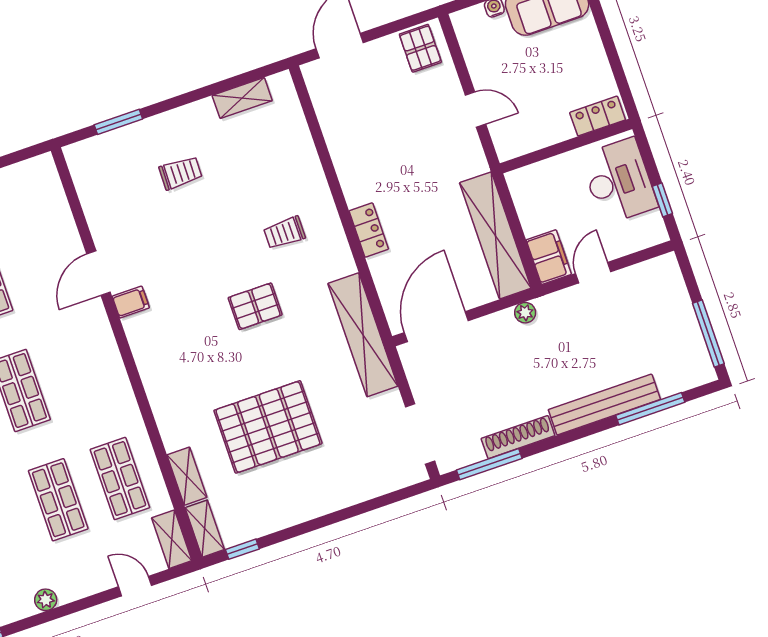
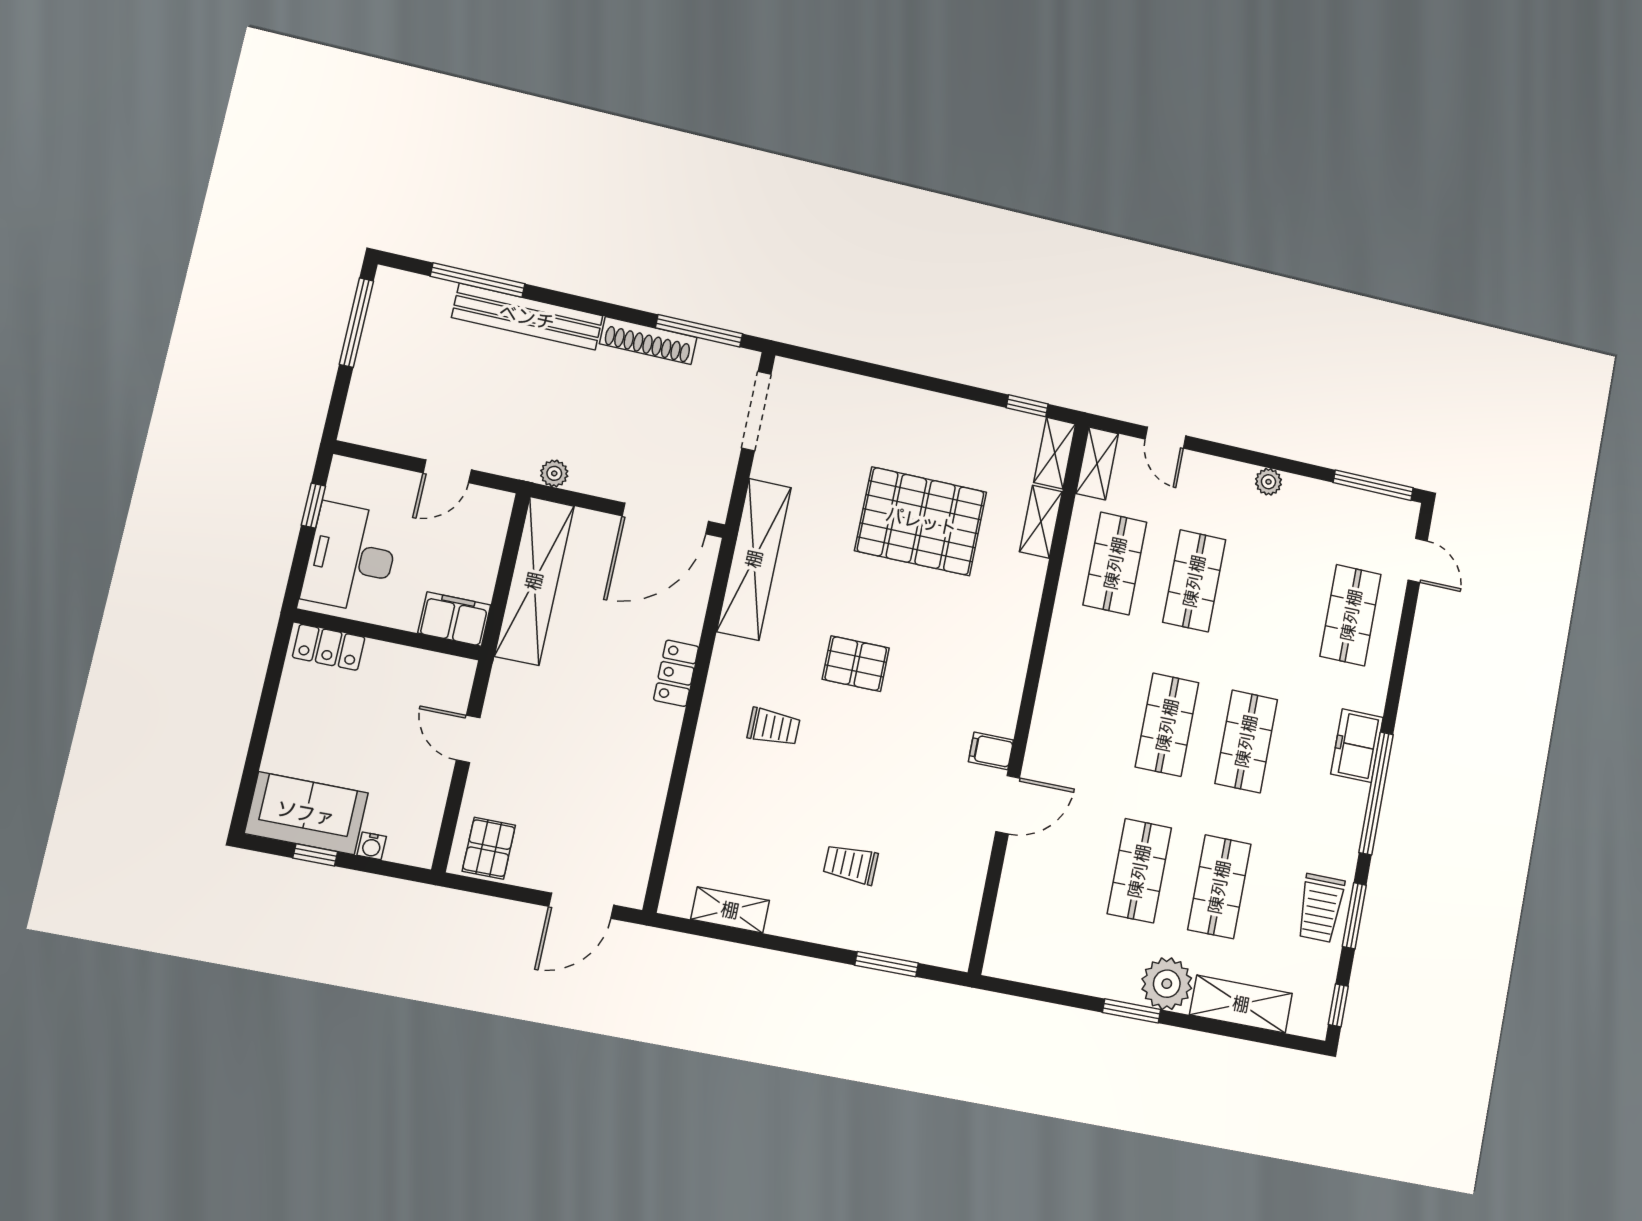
filing cabinet: (549, 257) -> (454, 619), moved, turned 90

